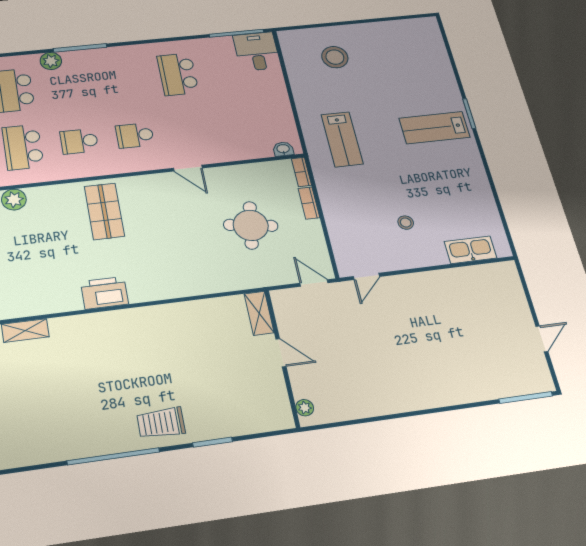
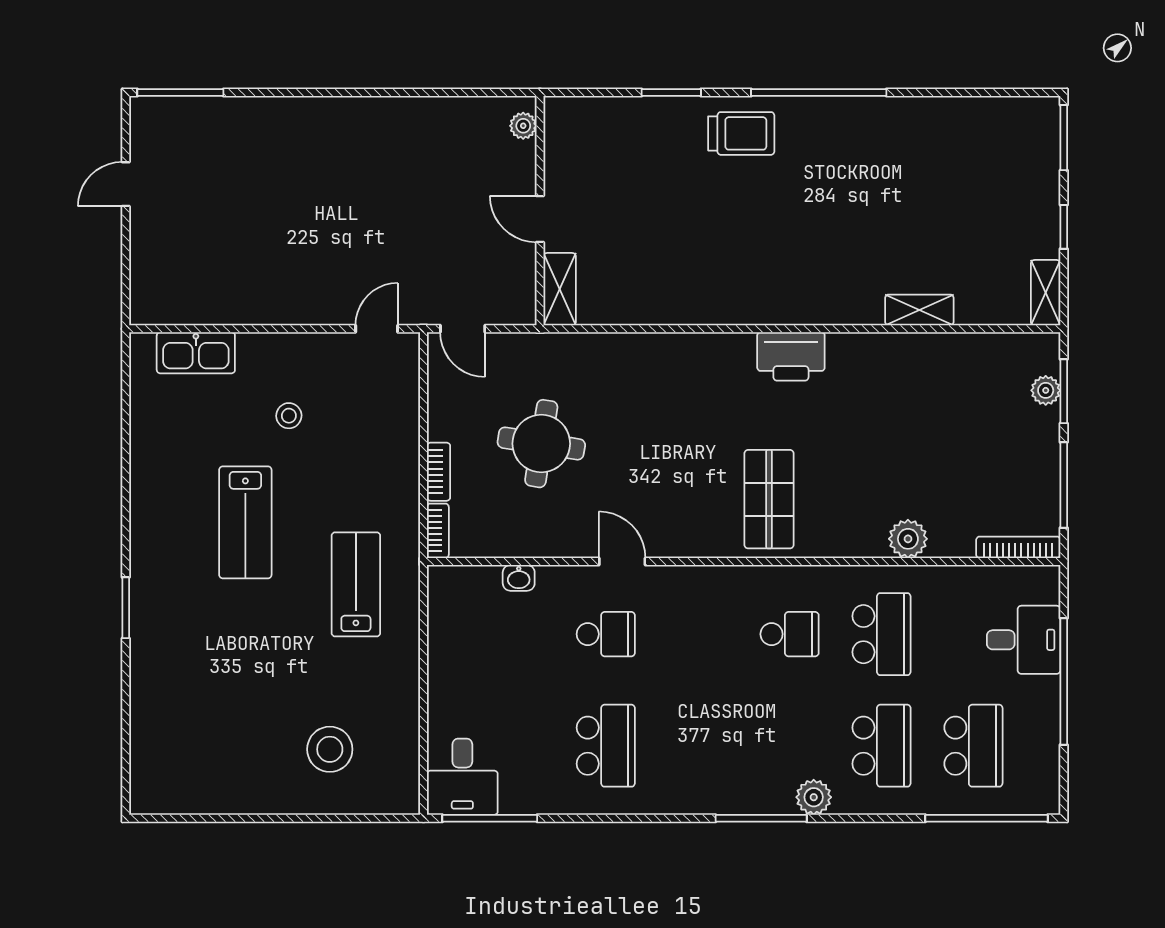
lab bench: (435, 128) -> (245, 522), moved, turned 90
school desk: (135, 135) -> (606, 634), moved
washbasin: (283, 149) -> (519, 578), moved

